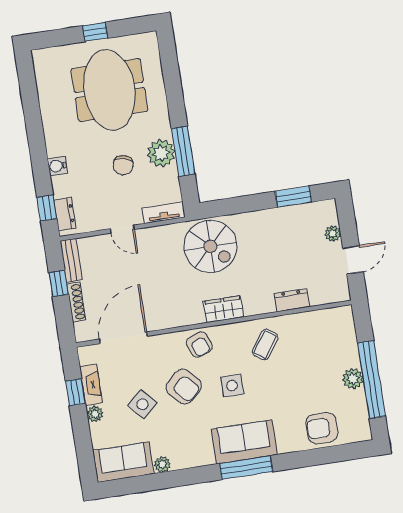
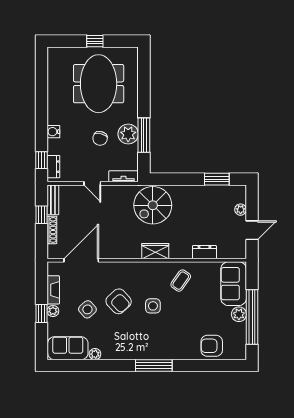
spiral stairs: (210, 246) -> (153, 205), turned 90
armchair: (199, 345) -> (134, 273), removed
window: (75, 392) -> (41, 314), moved
sofa: (244, 442) -> (234, 284), moved, turned -90

